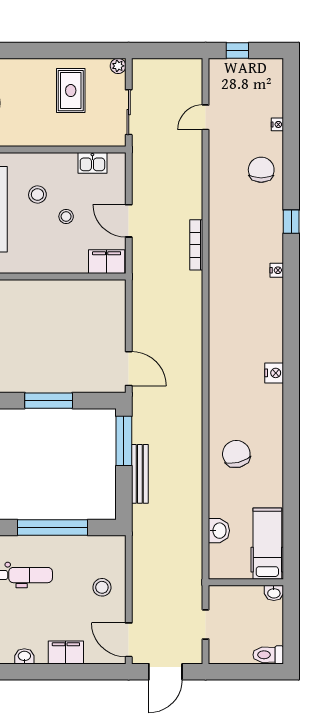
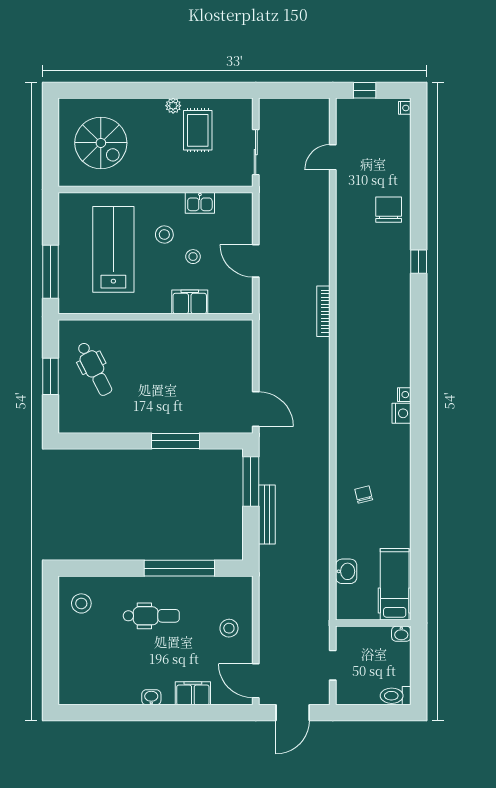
plant: (118, 66) -> (173, 106), moved
nightstand: (277, 124) -> (405, 108), moved
kitchen sink: (92, 163) -> (200, 203), moved
bookcase: (196, 245) -> (323, 311), moved
filing cabinet: (107, 262) -> (190, 302), moved
nightstand: (277, 270) -> (404, 395), moved
chair: (236, 454) -> (364, 495), width x0.54, depth x0.54

